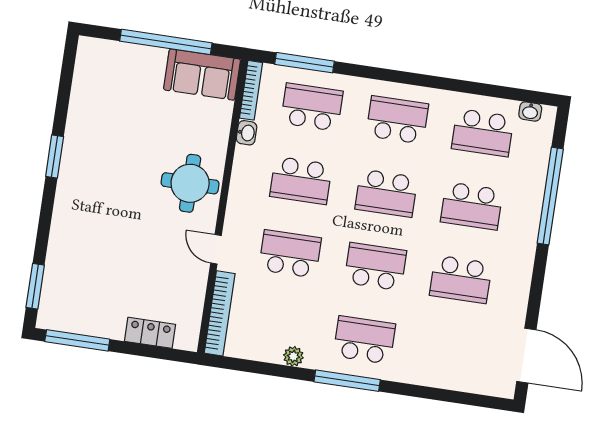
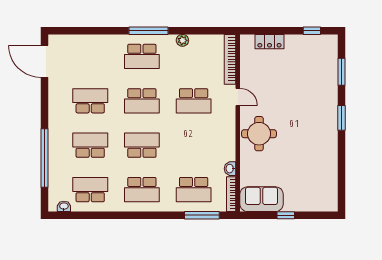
window: (166, 42) -> (286, 215), width x0.32
window: (55, 156) -> (342, 118), moved
school desk: (301, 180) -> (194, 145), removed
window: (35, 286) -> (342, 72), moved
window: (77, 340) -> (312, 31), width x0.46

